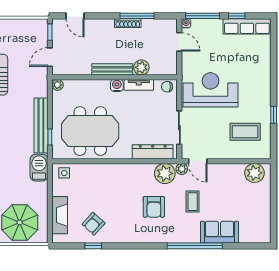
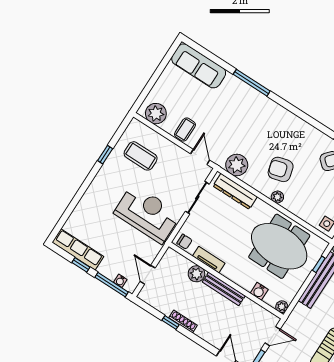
window: (137, 16) -> (170, 323), width x0.46
water cooler: (186, 23) -> (120, 281), moved
water cooler: (117, 85) -> (259, 291), moved
reception desk: (210, 90) -> (147, 214), turned 180
plant: (182, 169) -> (277, 197), moved
coffee table: (193, 202) -> (185, 130), moved
armchair: (154, 207) -> (281, 169), moved, turned -105
sofa: (219, 232) -> (199, 66), moved, width x1.36
window: (195, 246) -> (252, 83), width x0.68

